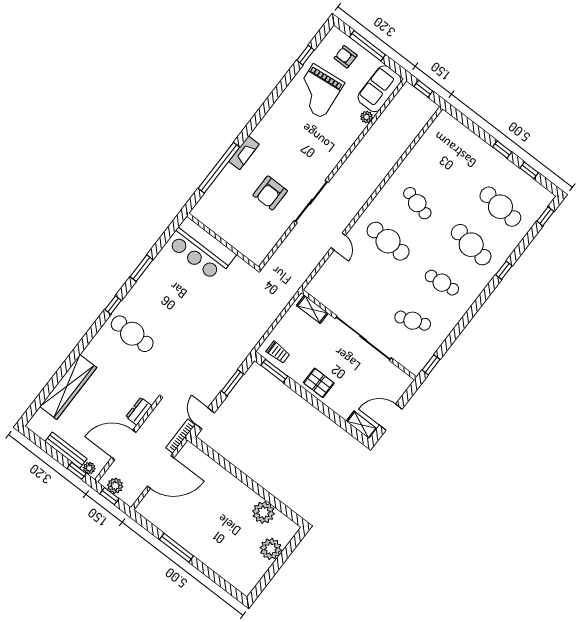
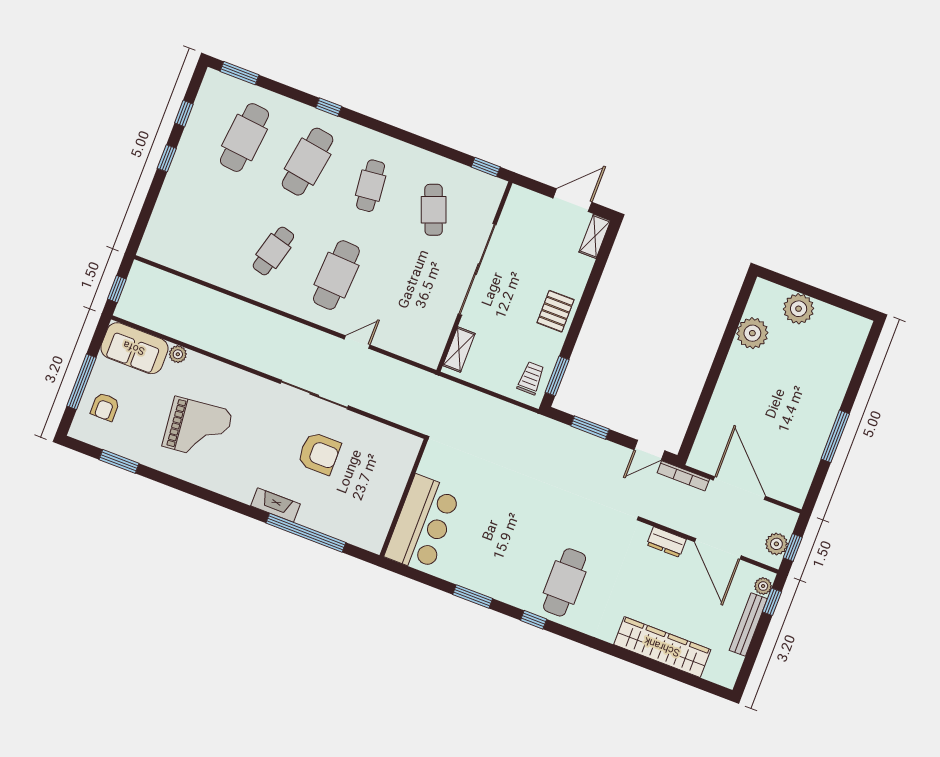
window: (306, 55) -> (119, 461), width x1.50
grand piano: (318, 91) -> (197, 429), moved
window: (545, 216) -> (239, 73), width x1.50
door: (391, 417) -> (572, 200), swing flipped

